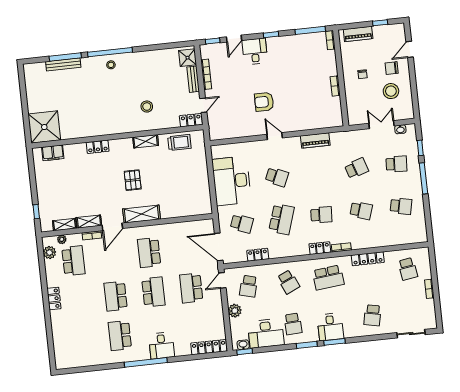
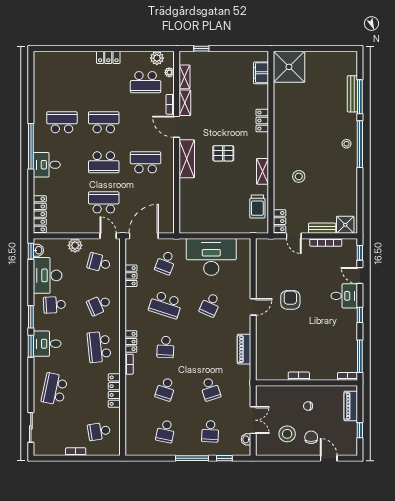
school desk: (373, 315) -> (54, 389), width x1.85

